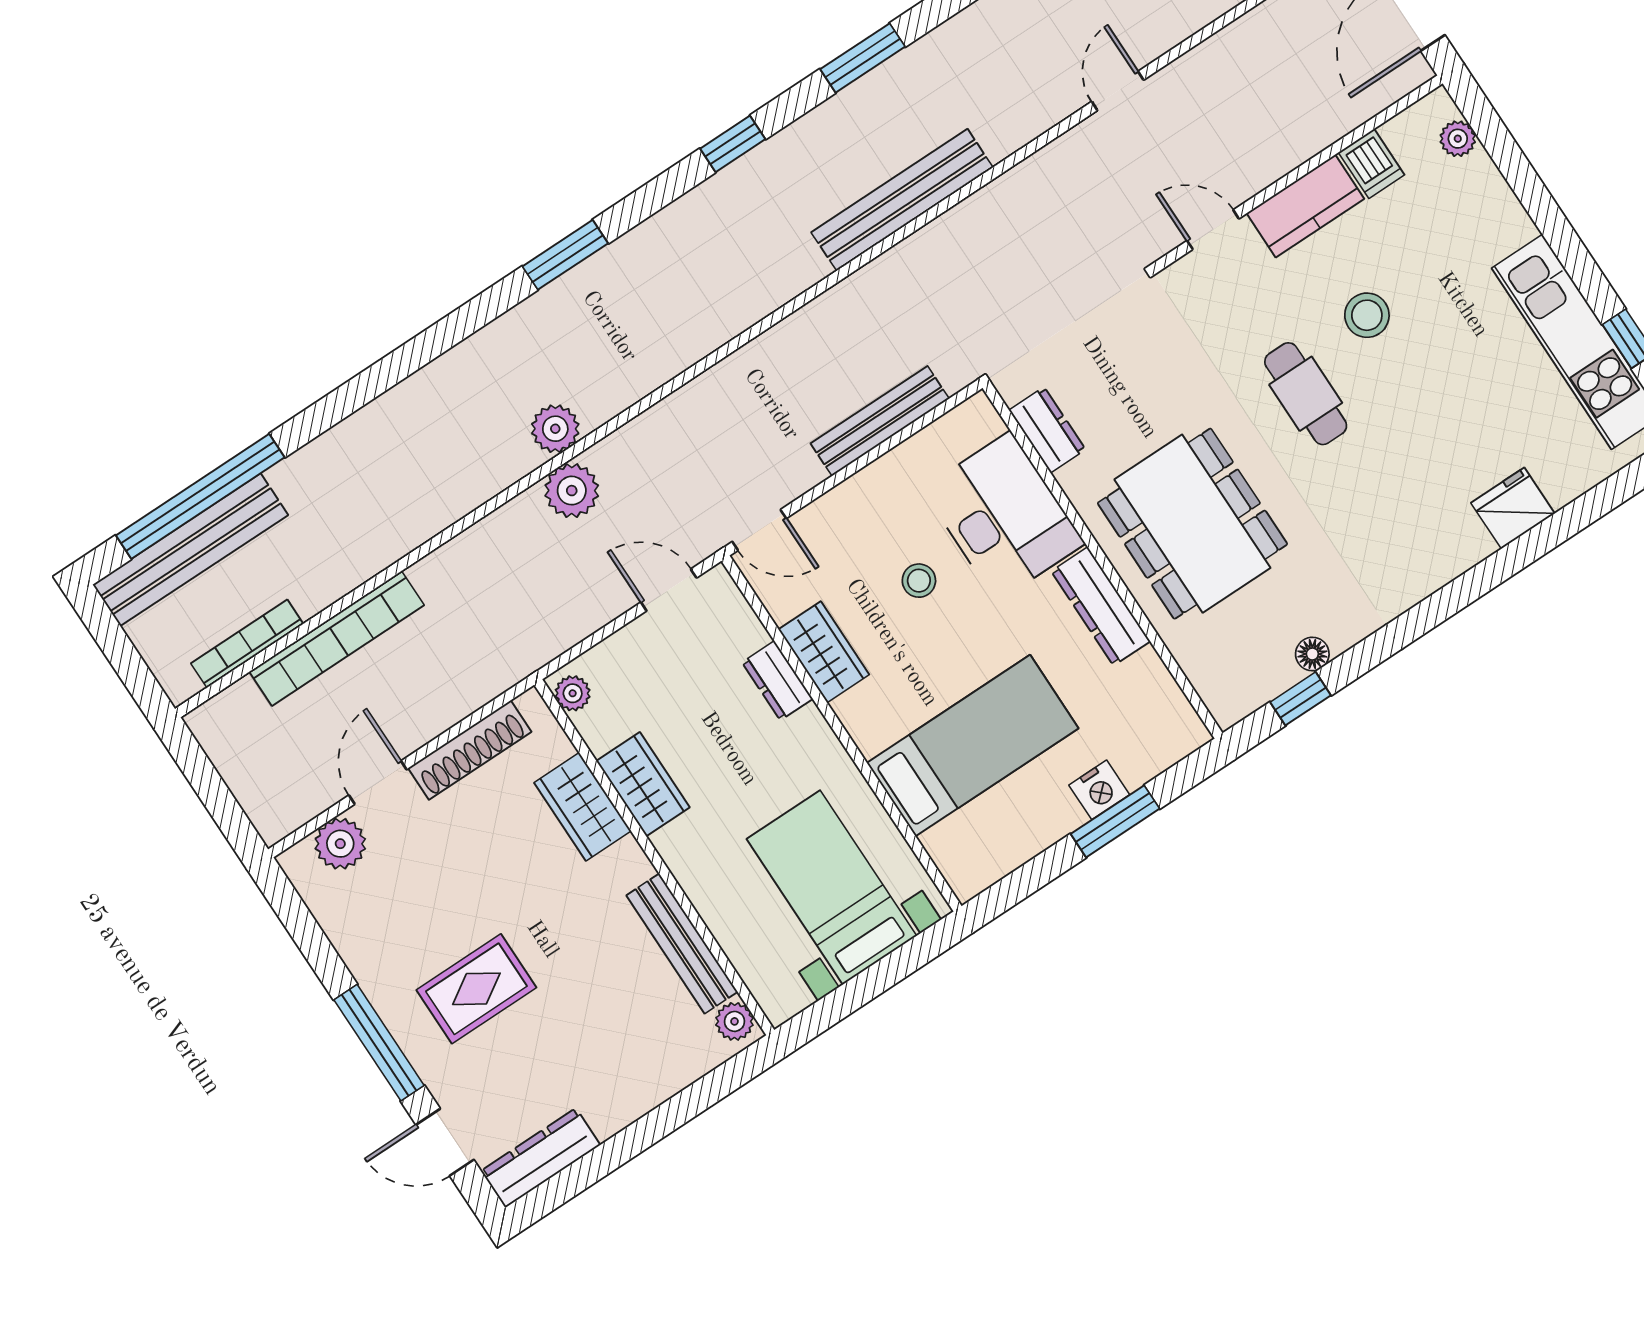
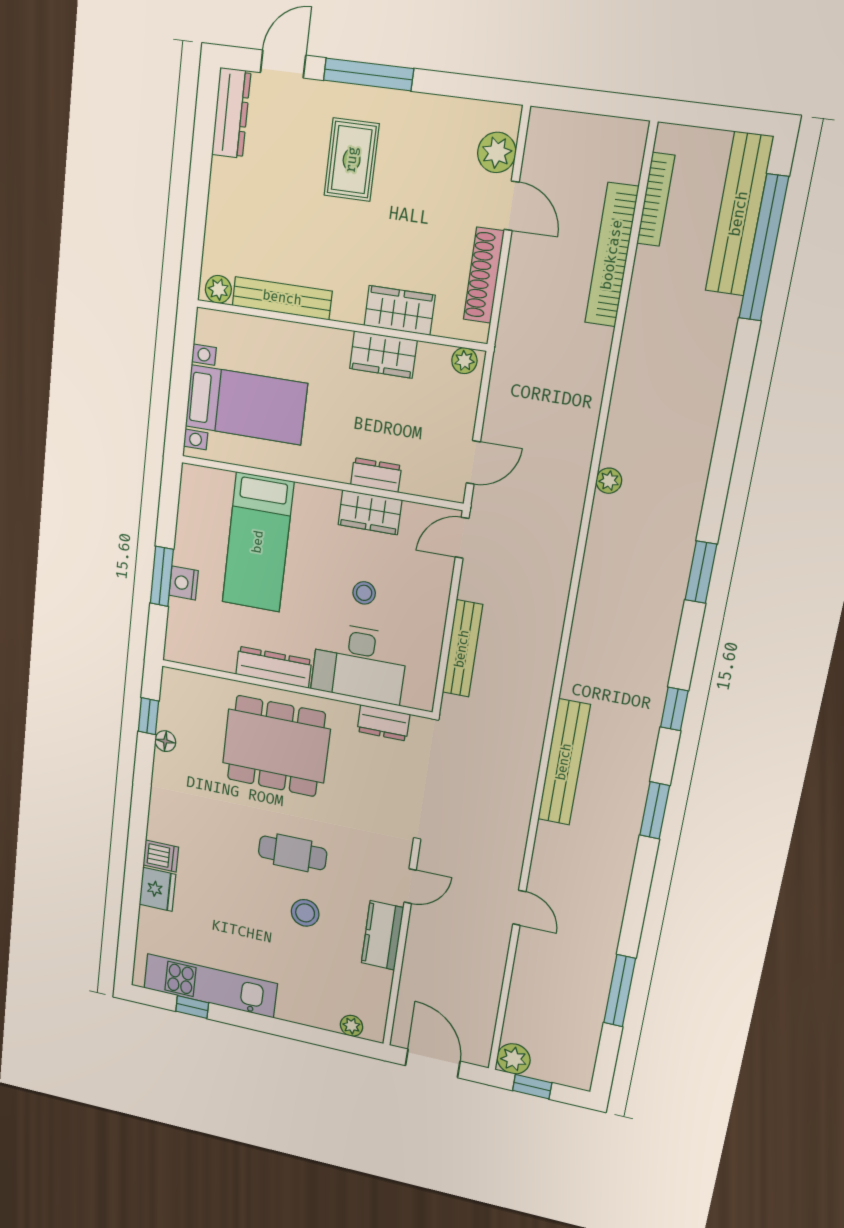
dishwasher: (1371, 164) -> (161, 856), moved, turned 180
plant: (555, 429) -> (609, 481), width x0.73, depth x0.73
plant: (572, 491) -> (573, 460), removed

